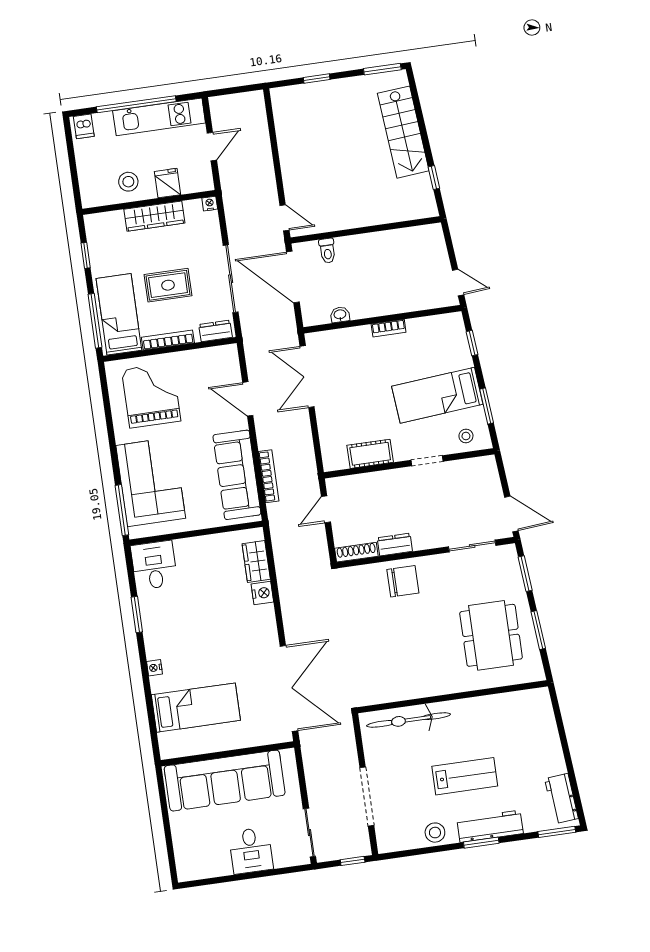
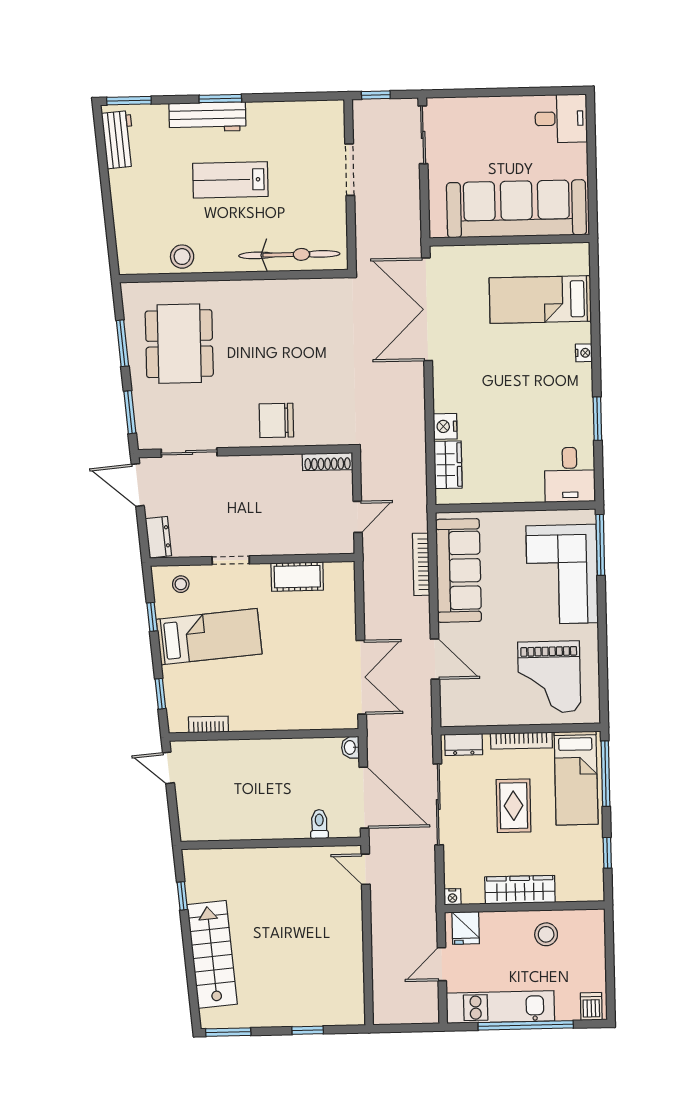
fridge: (168, 183) -> (466, 928), moved
rug: (168, 285) -> (514, 806), turned 90
washbasin: (340, 315) -> (350, 747), moved, turned 90
bookcase: (389, 328) -> (208, 724), moved
window: (487, 406) -> (152, 617), width x0.67
dresser: (395, 545) -> (158, 537), moved, turned -95
doorway: (367, 796) -> (350, 170), width x0.73
stool: (435, 833) -> (182, 257), moved
desk: (251, 851) -> (561, 118), moved, turned 90

